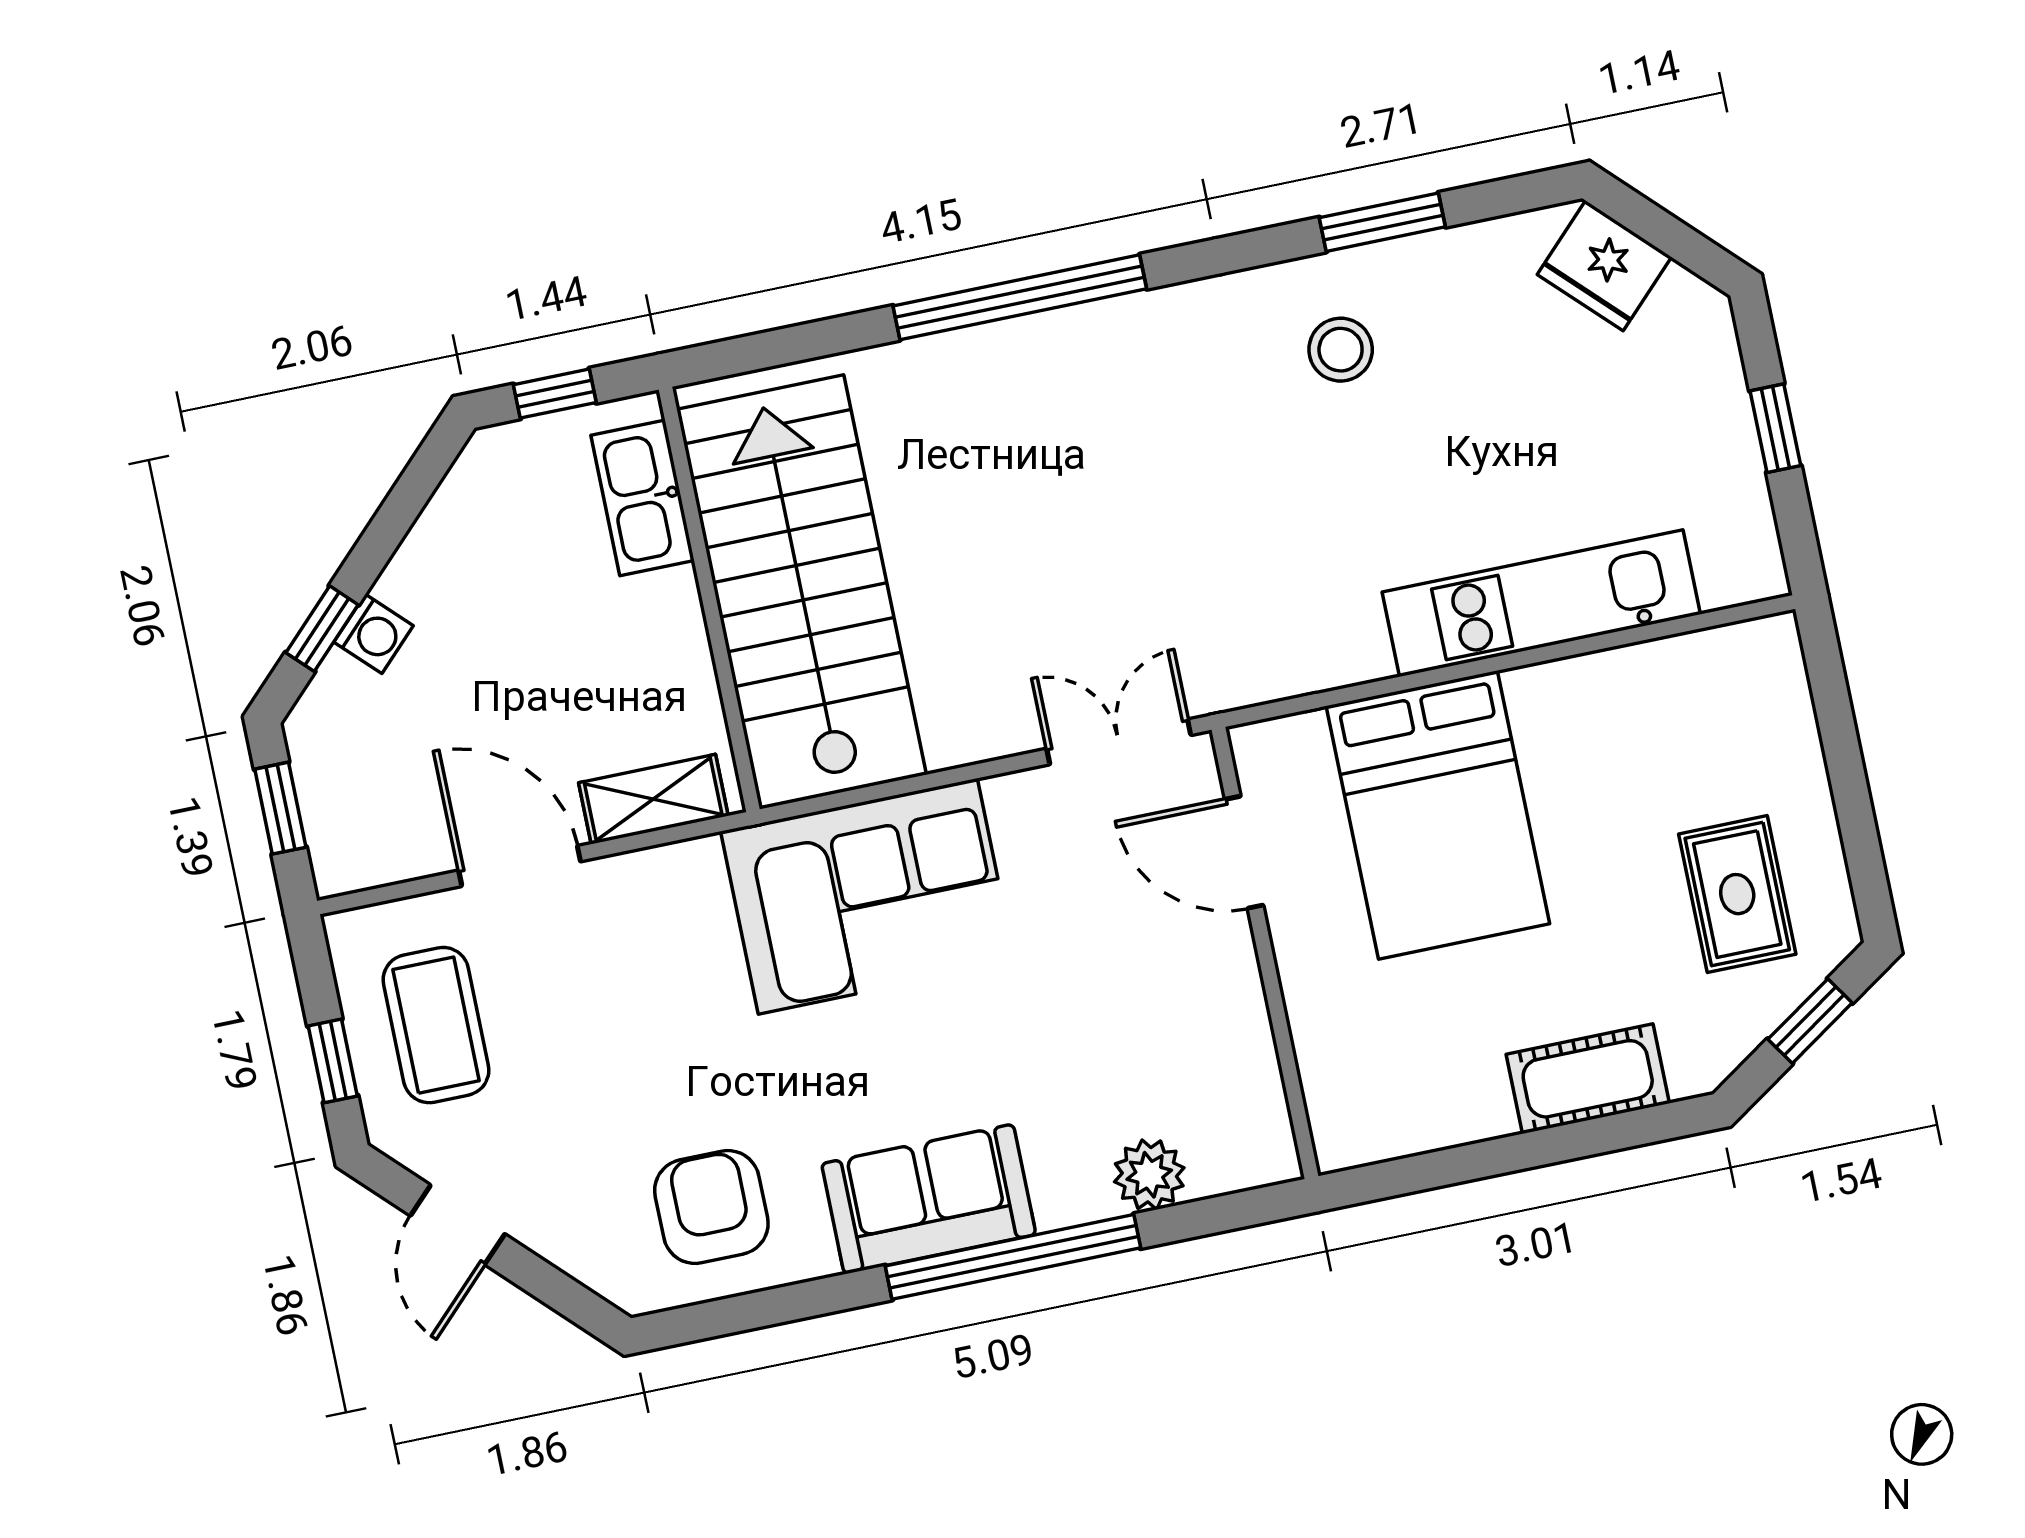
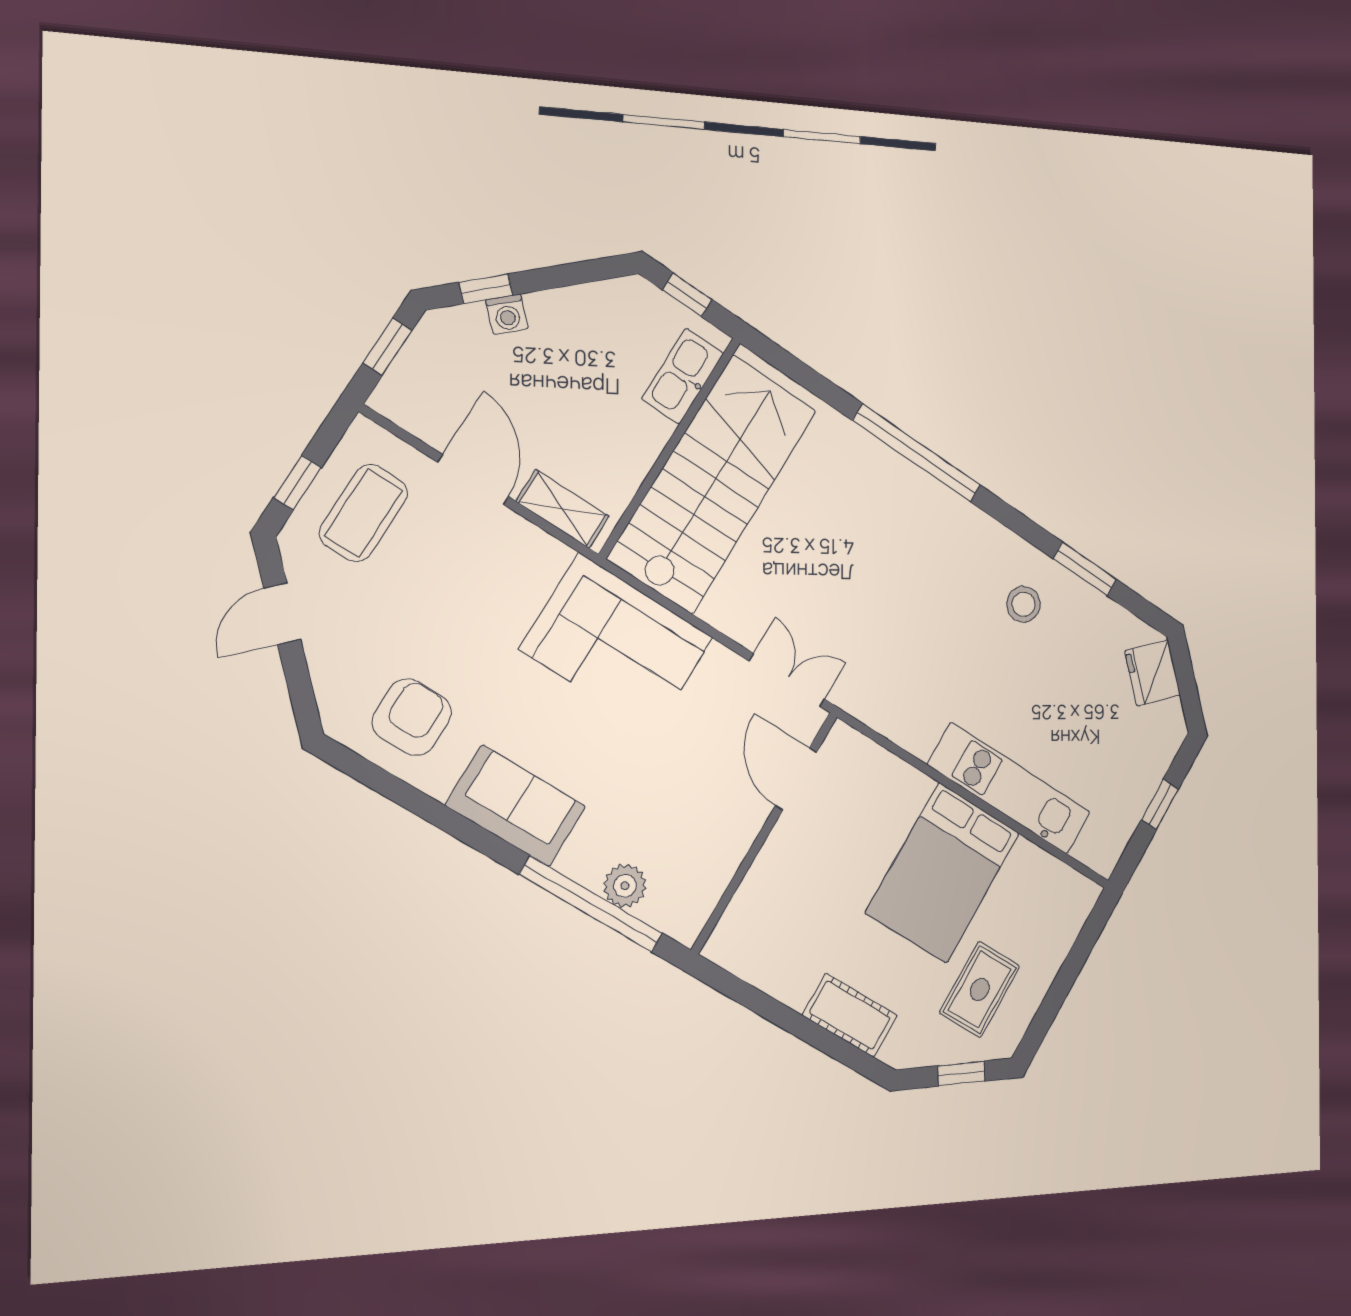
bed: (1438, 815) -> (943, 873), moved
window: (1013, 1257) -> (591, 904), moved

